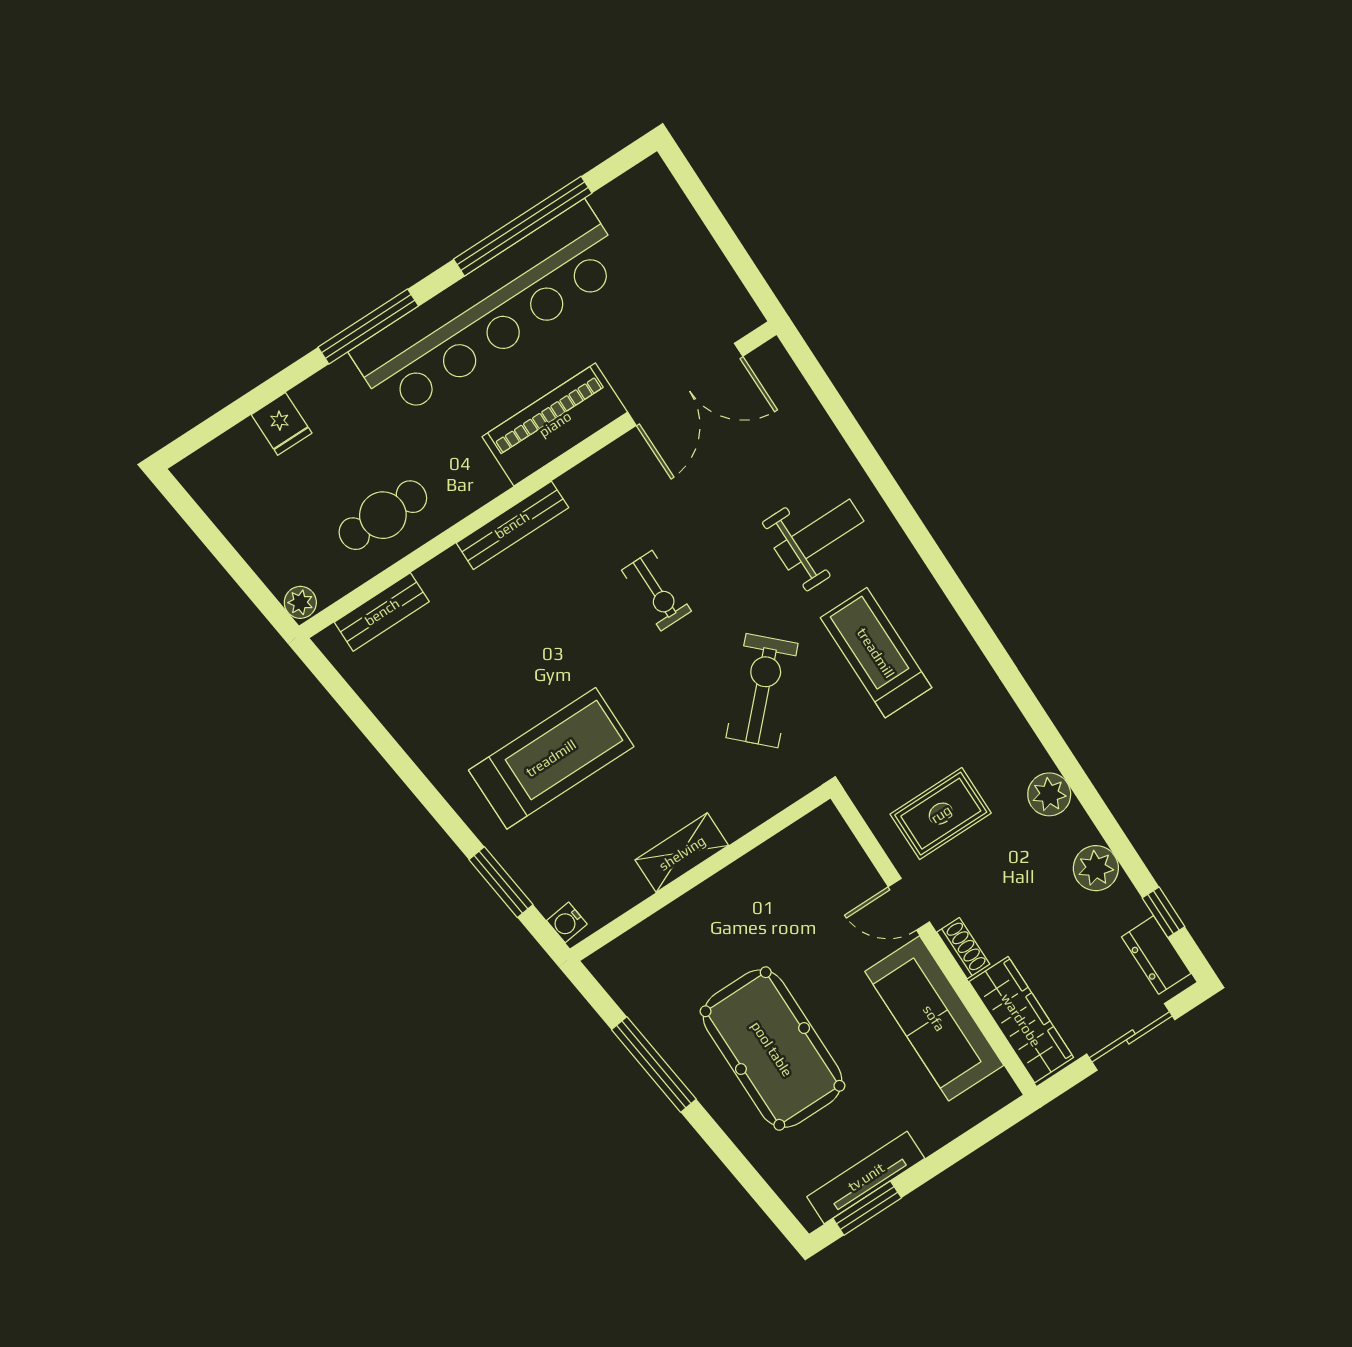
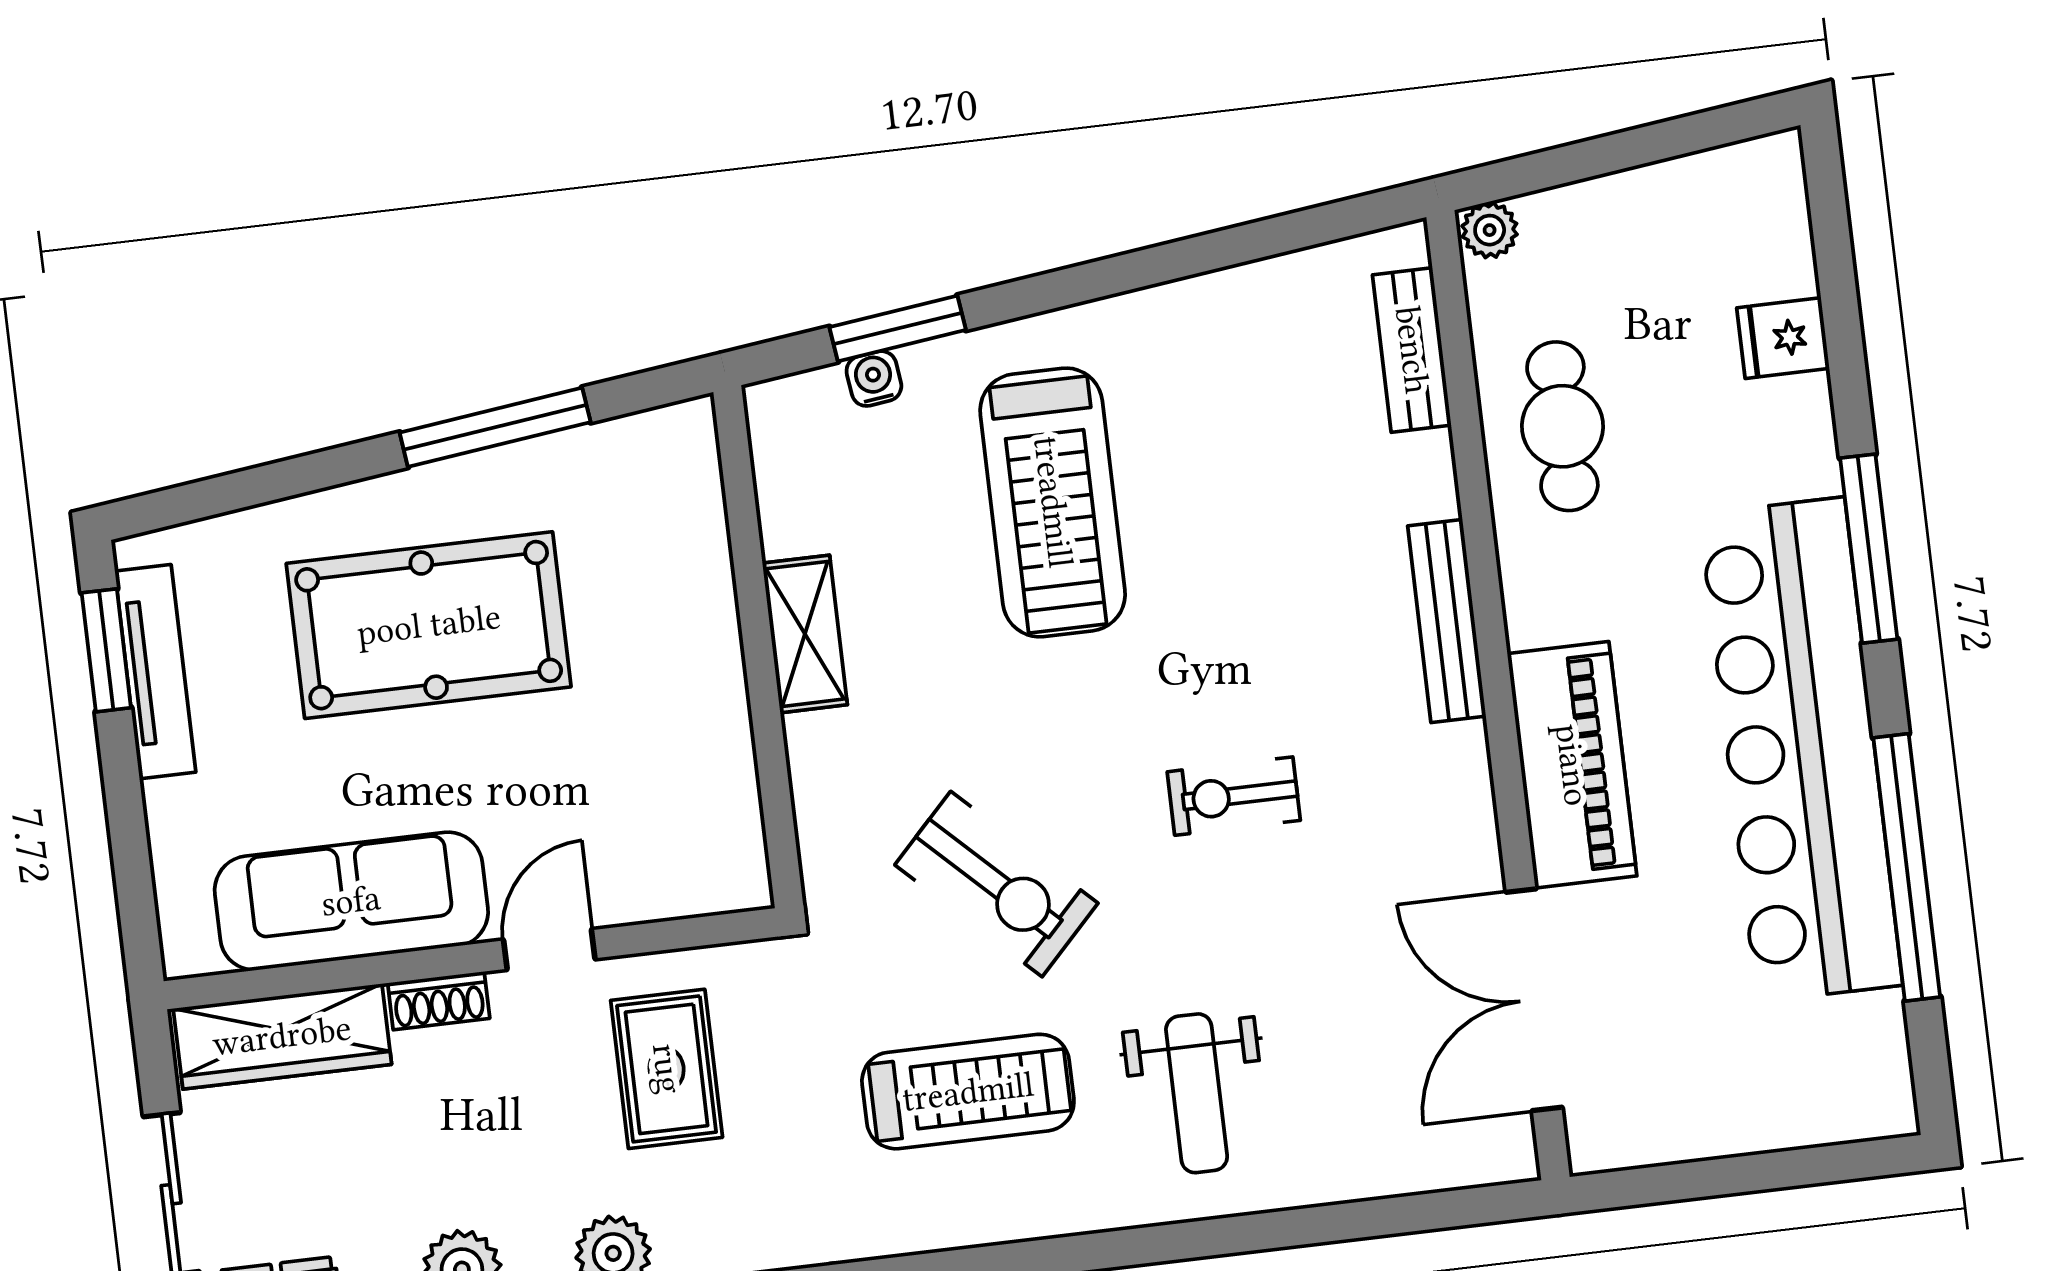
water cooler: (567, 922) -> (874, 379), moved

